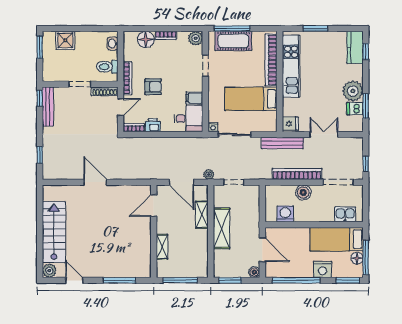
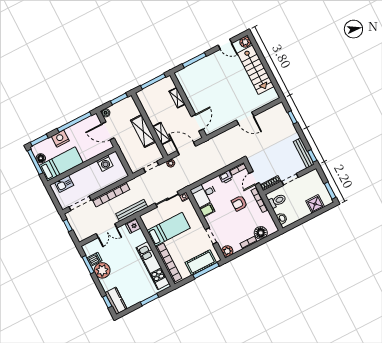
boiler: (303, 192) -> (100, 184), removed

